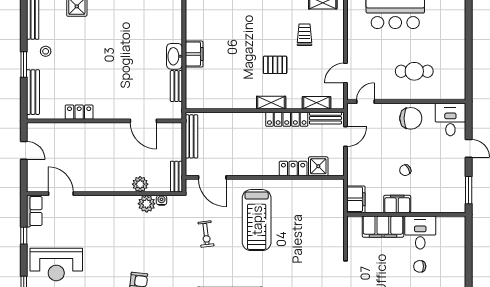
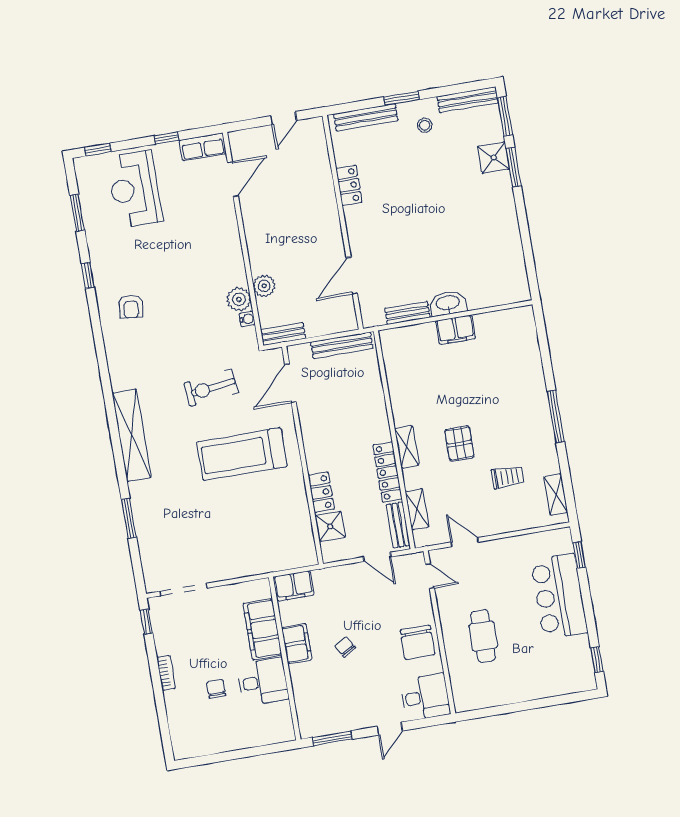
exercise bike: (206, 234) -> (211, 388), width x1.38, depth x1.39

